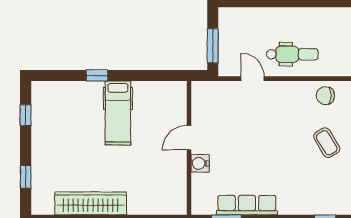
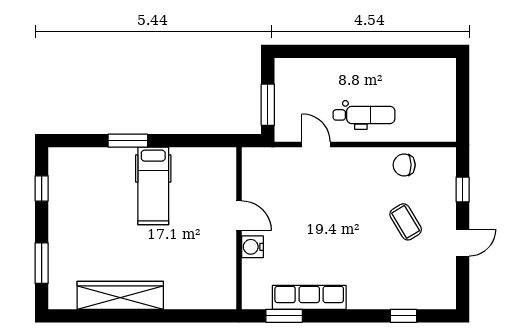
window: (97, 75) -> (128, 141), width x1.50
door: (189, 138) -> (239, 216), swing flipped
window: (26, 177) -> (42, 263), width x1.50

